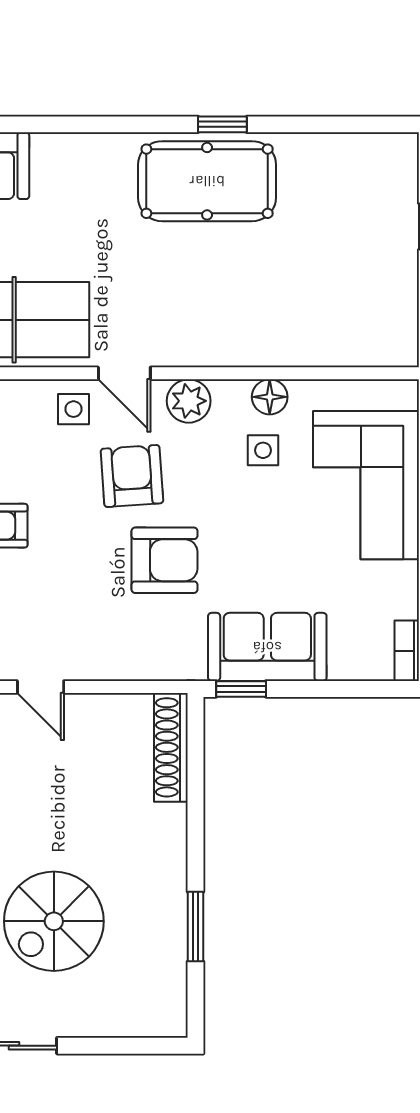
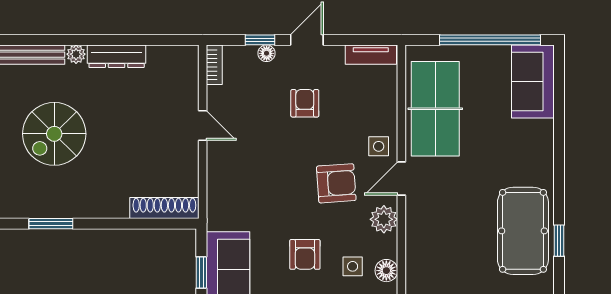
armchair: (164, 560) -> (305, 254), moved, width x0.72, depth x0.72
door: (41, 687) -> (203, 125), swing flipped
window: (241, 689) -> (201, 273), moved
spiral stairs: (54, 921) -> (54, 134), turned -90

